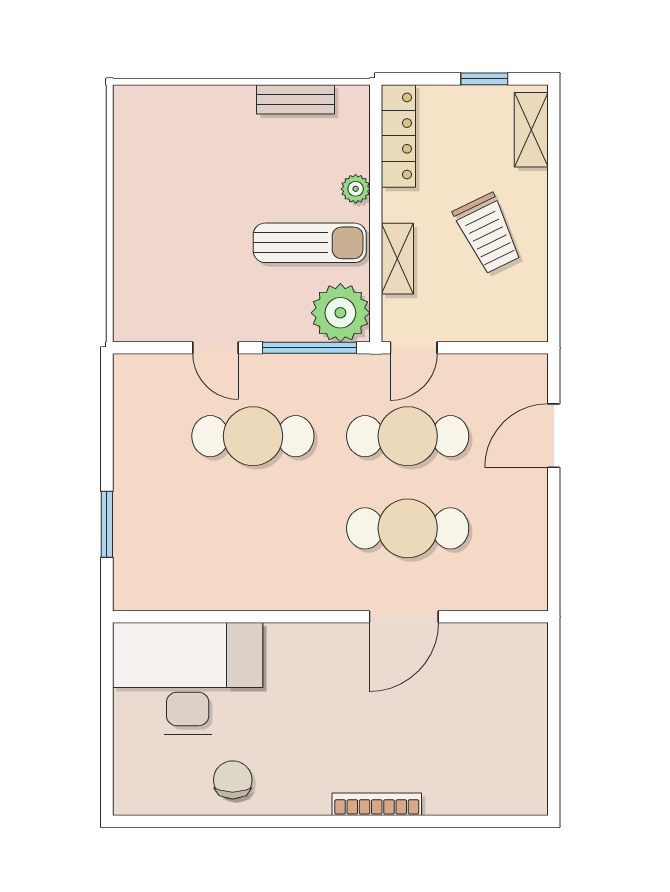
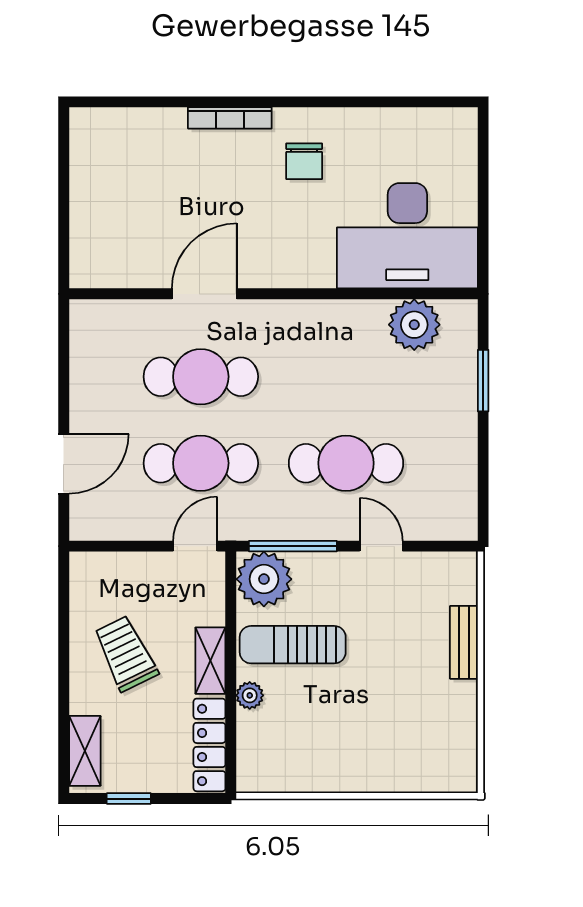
bench: (295, 99) -> (464, 642), moved, turned 90
shelving: (397, 259) -> (210, 661), moved
plant: (180, 584) -> (414, 325), added
chair: (233, 780) -> (304, 161), moved

